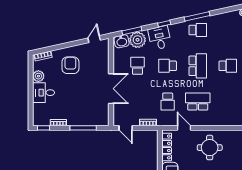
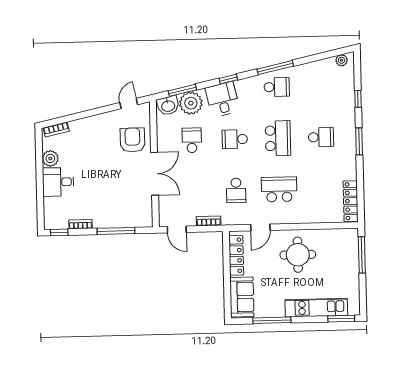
armchair: (70, 65) -> (132, 140), moved
door: (184, 128) -> (260, 227), swing flipped

